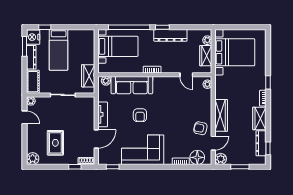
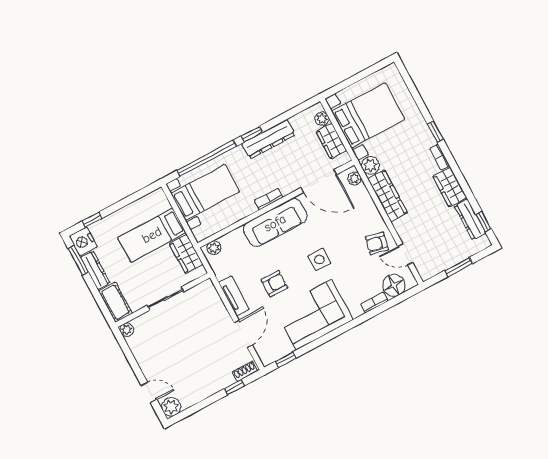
bed: (59, 50) -> (152, 235), moved, turned 90
door: (186, 75) -> (319, 181), width x1.87
sofa: (132, 85) -> (275, 223), moved
armchair: (140, 115) -> (274, 284), moved, turned -90
wardrobe: (221, 115) -> (387, 196), moved
door: (24, 117) -> (149, 392), moved
side table: (163, 120) -> (319, 259), added
rug: (55, 143) -> (190, 369), removed
door: (213, 143) -> (405, 254), swing flipped
plant: (221, 159) -> (370, 165), moved

